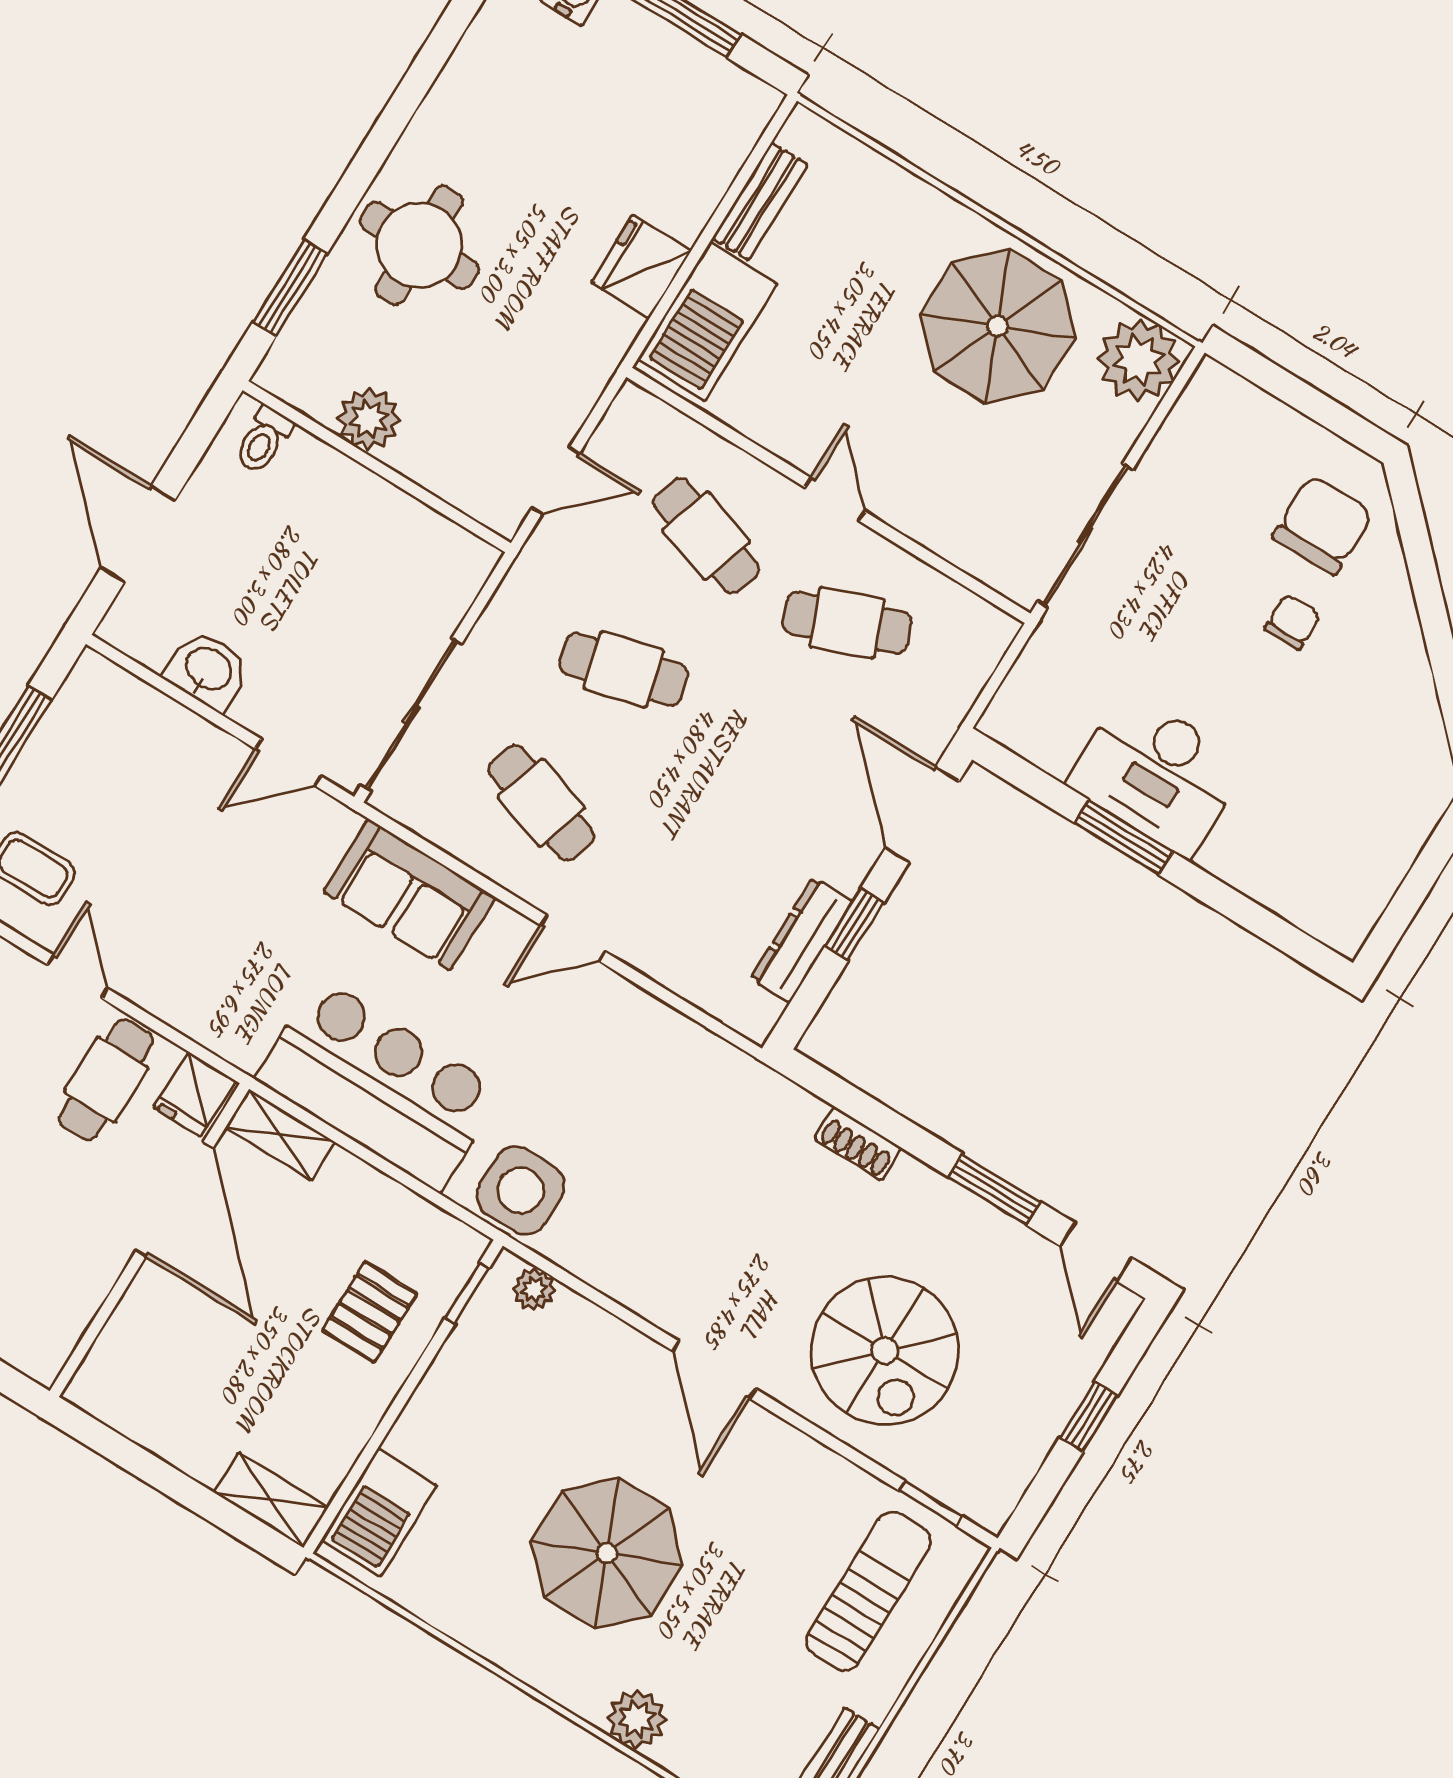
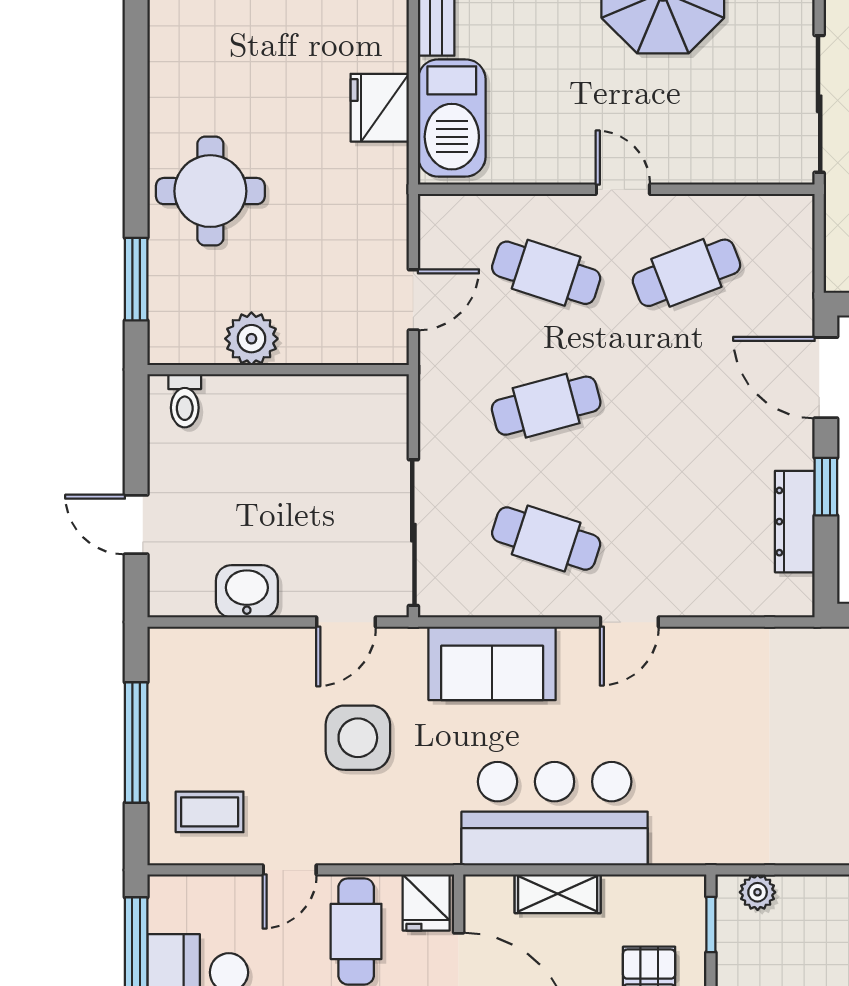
door: (138, 534) -> (136, 525), width x0.73
door: (78, 977) -> (290, 870), swing flipped
shelving: (280, 1135) -> (558, 894), moved
side table: (521, 1190) -> (358, 738), moved

